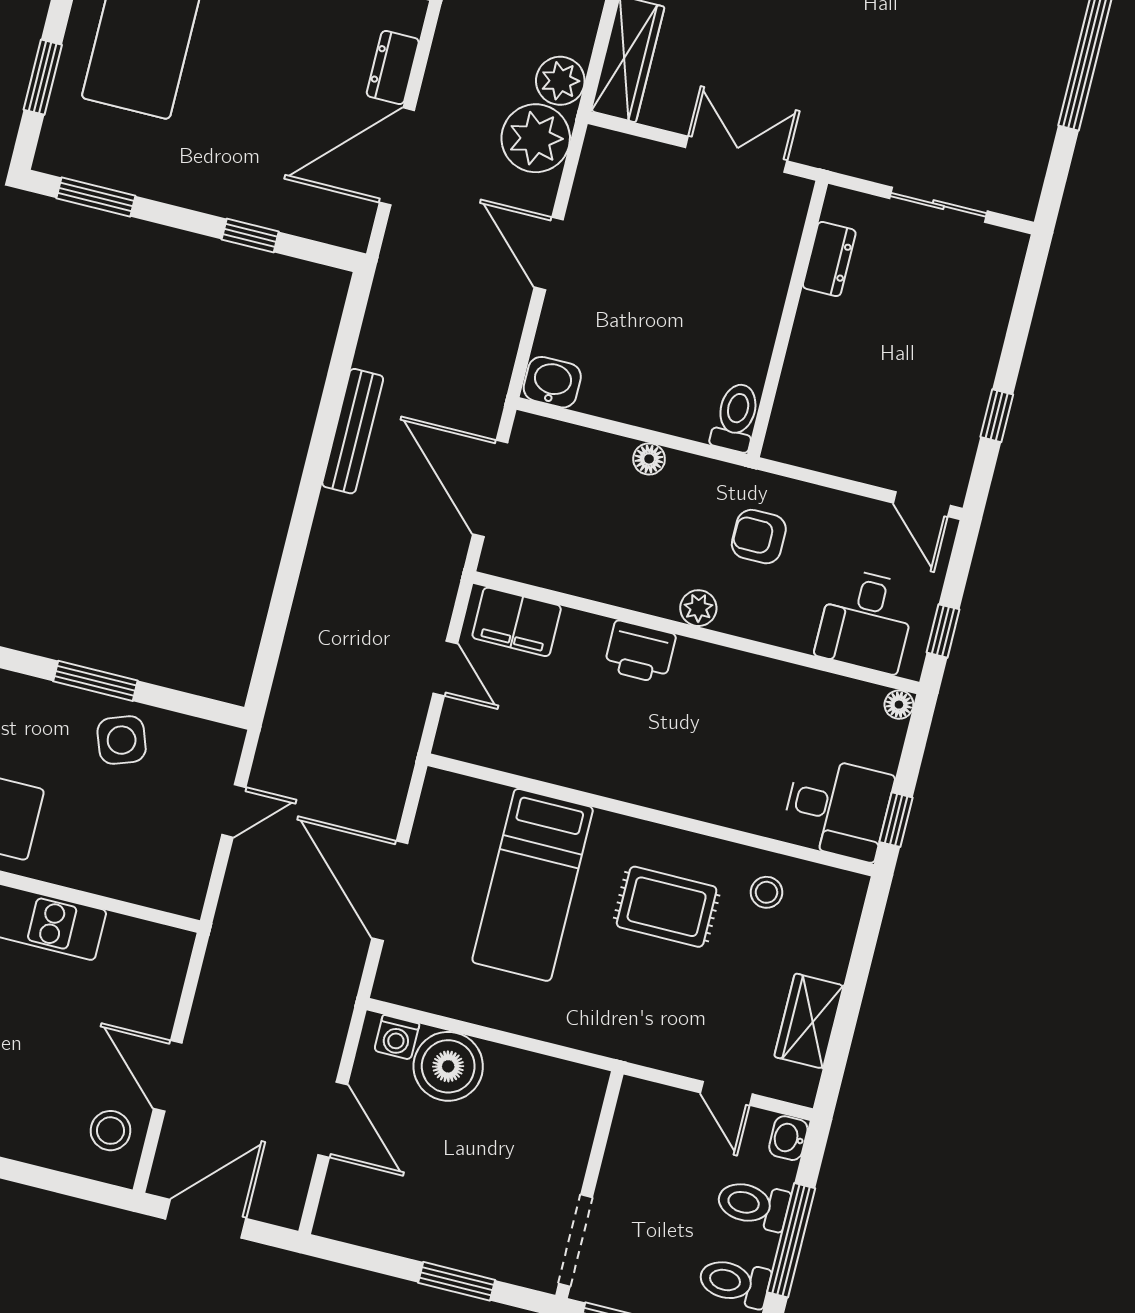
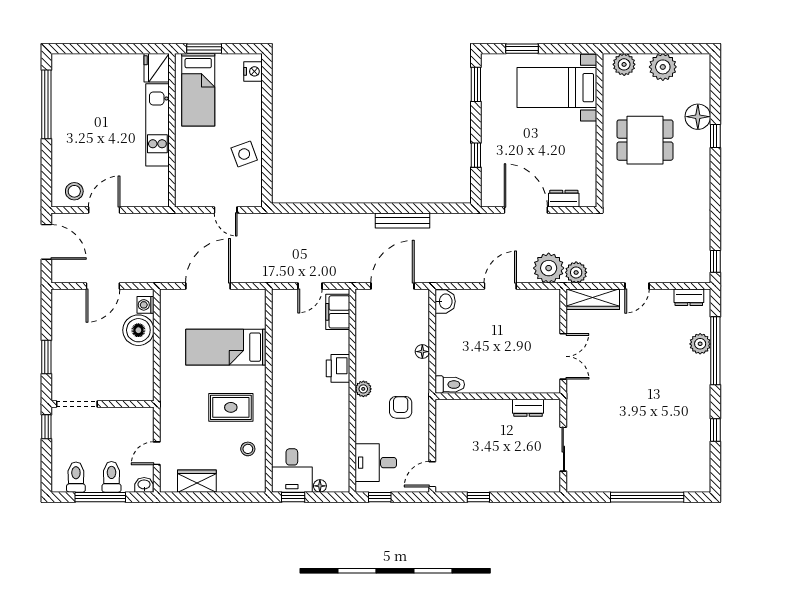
window: (95, 681) -> (267, 136), removed
floor lamp: (899, 705) -> (320, 486), moved
rug: (667, 907) -> (231, 407), turned 90

